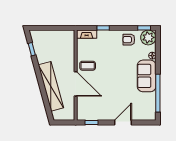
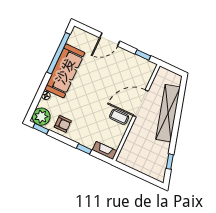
sofa: (147, 76) -> (65, 71), width x1.36
door: (76, 84) -> (141, 103), hinge flipped

